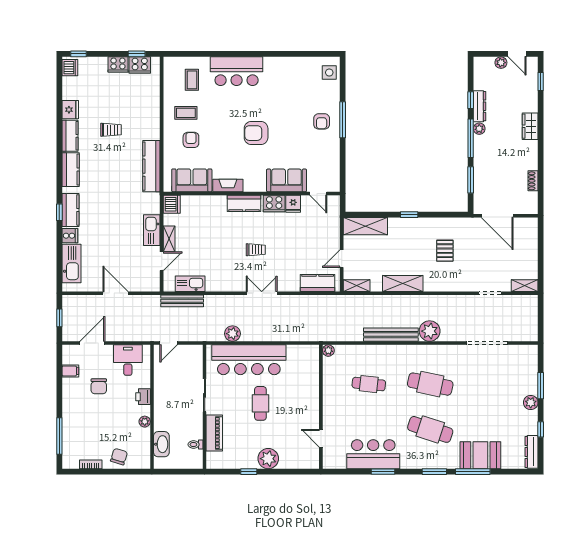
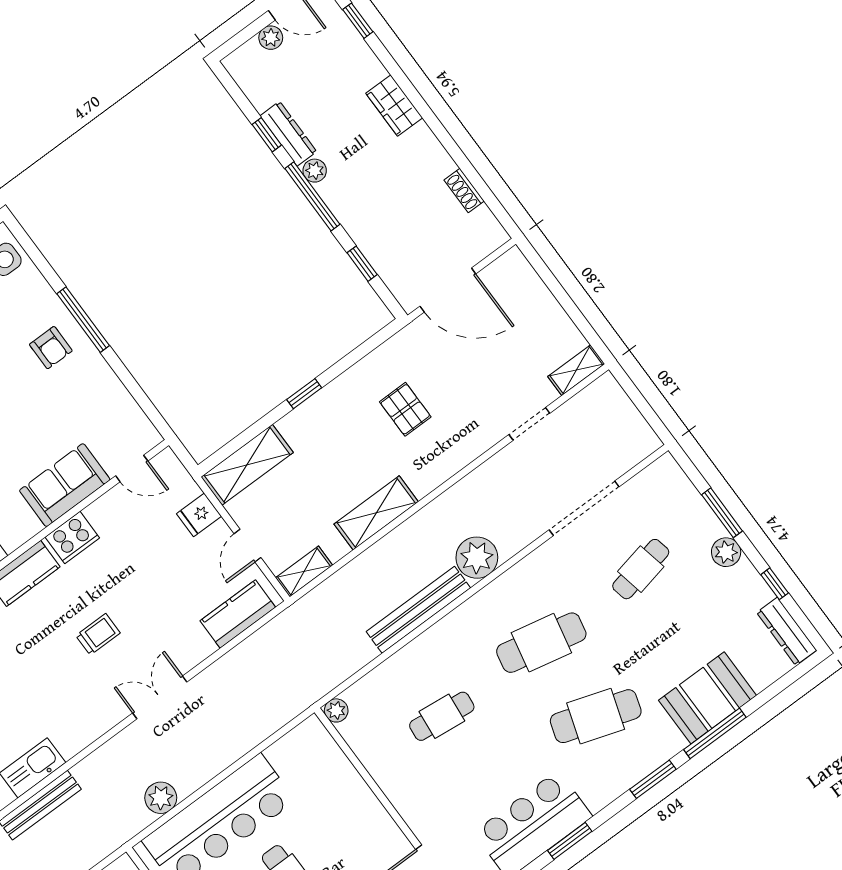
window: (471, 180) -> (362, 264), width x0.67
fridge: (293, 204) -> (199, 515), moved, turned 90
cafe table: (492, 384) -> (641, 569), added

